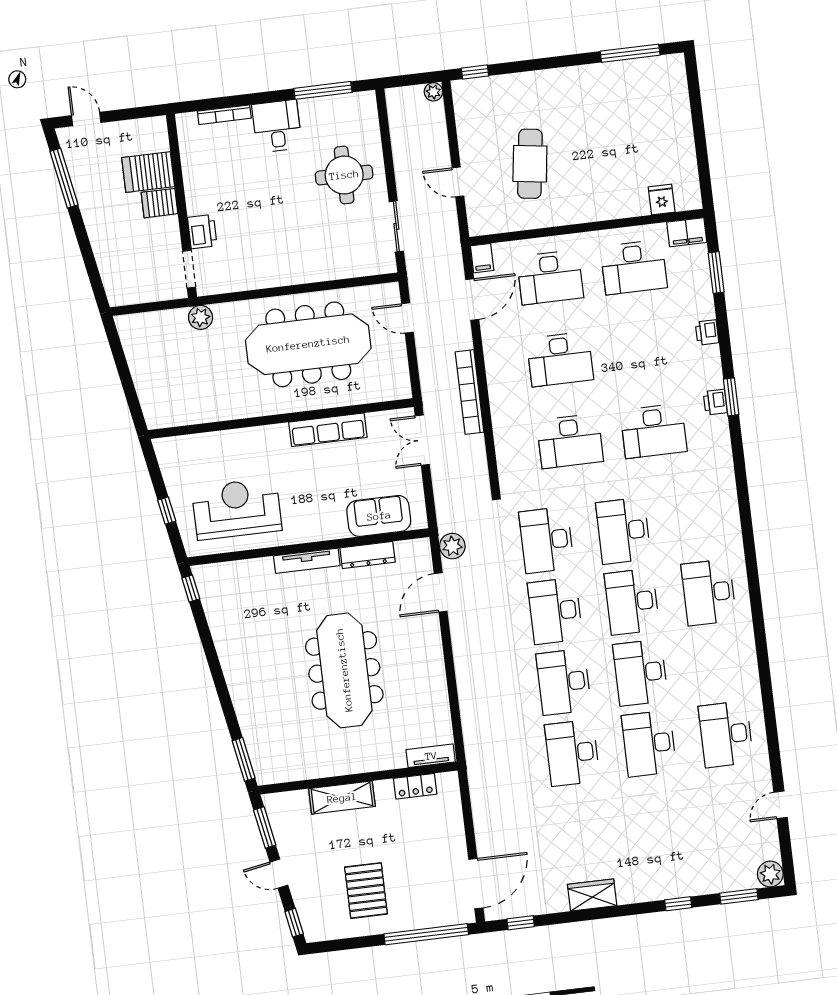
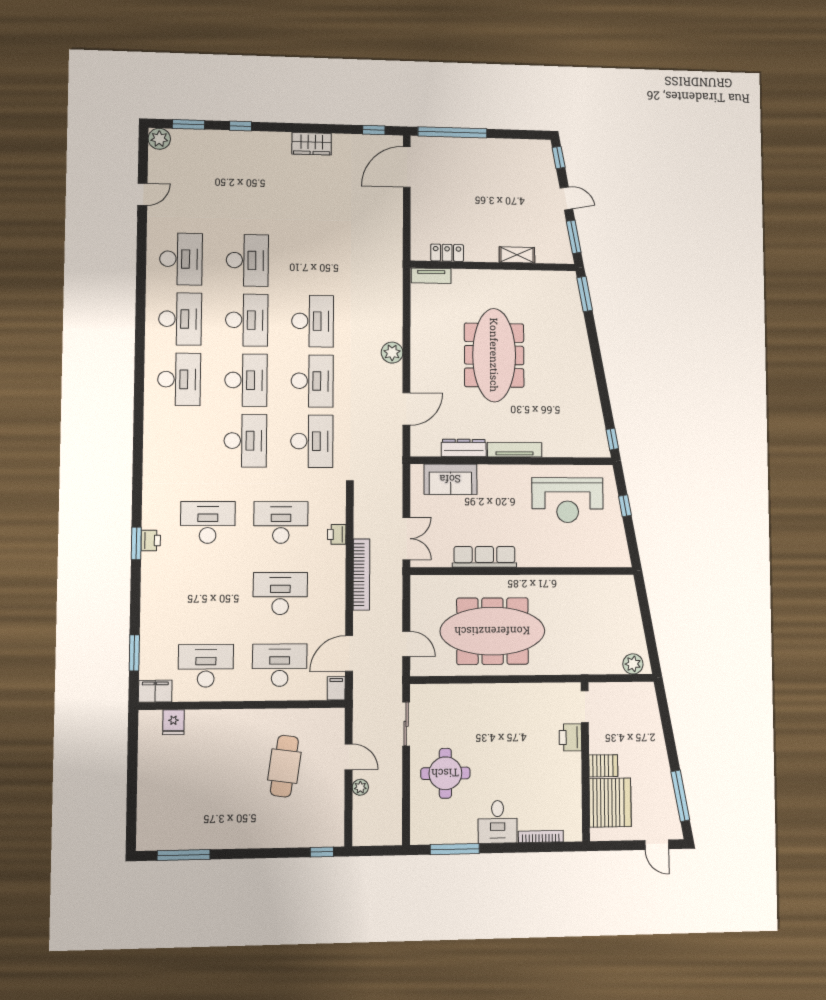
plant: (433, 92) -> (360, 787), moved
server rack: (148, 172) -> (610, 803), width x1.60
plant: (201, 317) -> (633, 664), moved
printer: (707, 332) -> (337, 534), moved, turned 180
plant: (452, 546) -> (392, 353), moved
desk: (572, 753) -> (180, 319), moved
shelving: (342, 798) -> (517, 255), width x0.67, depth x0.75
pallet: (366, 891) -> (497, 175), removed

